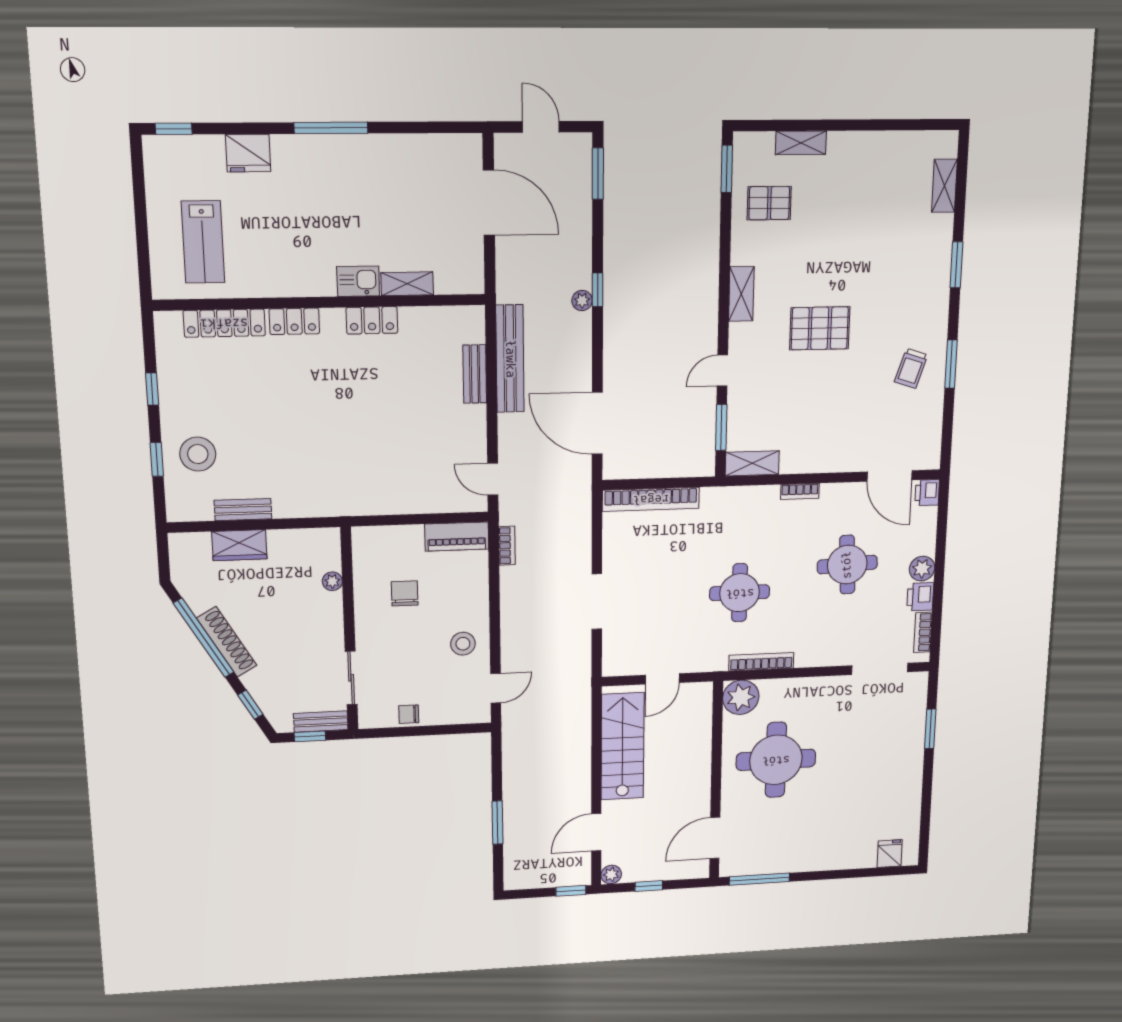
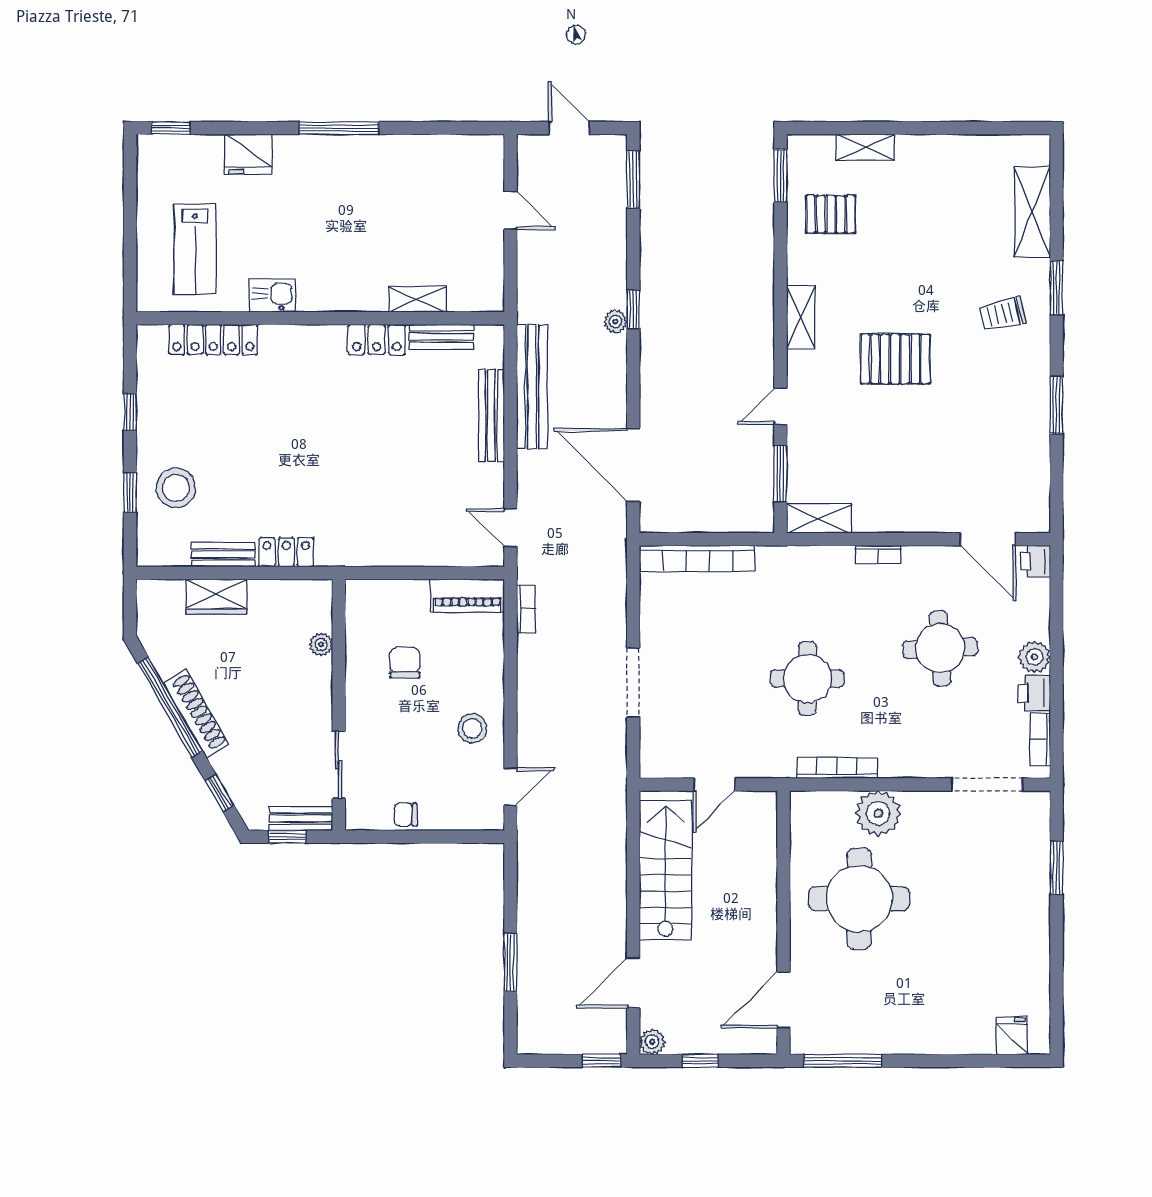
shelving: (944, 186) -> (1032, 212), width x1.50, depth x1.33
door: (489, 203) -> (510, 210), width x0.53
kitchen sink: (358, 281) -> (272, 295), moved
bench: (430, 317) -> (441, 337), added
locker: (294, 321) -> (286, 552), moved, turned 180
trolley: (911, 368) -> (1003, 314), moved, turned 60
bench: (475, 374) -> (491, 416), width x1.36
plant: (741, 697) -> (878, 813), moved

